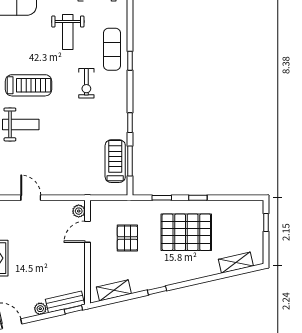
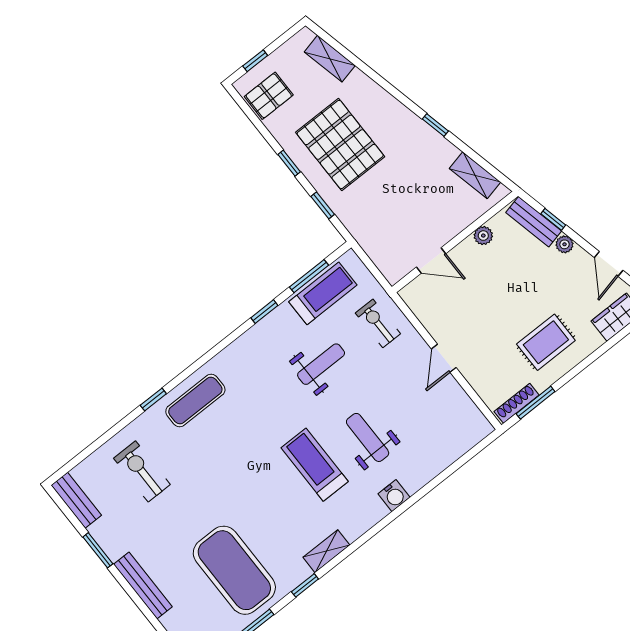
weight bench: (68, 32) -> (321, 364), moved
window: (130, 61) -> (153, 400), moved
exercise bike: (86, 83) -> (378, 323), moved, turned -90
treadmill: (115, 161) -> (323, 293), turned 180
plant: (79, 211) -> (483, 236), moved
pallet: (127, 238) -> (269, 96), moved
window: (73, 310) -> (553, 219), moved

